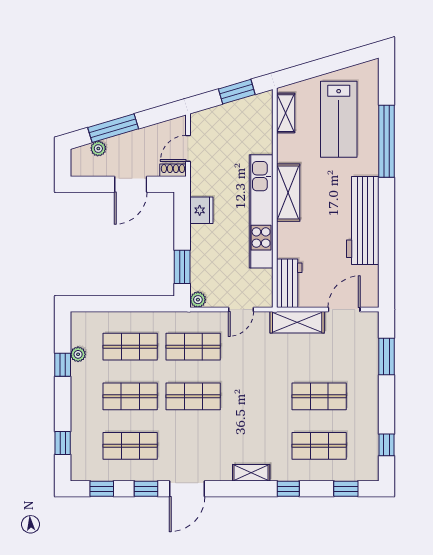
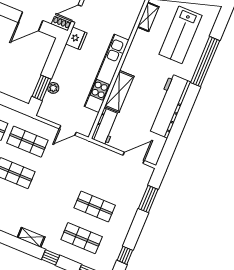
shelving: (288, 193) -> (119, 91), moved
fridge: (201, 210) -> (76, 38), moved
plant: (198, 300) -> (53, 88), moved
shelving: (297, 322) -> (100, 153), removed

